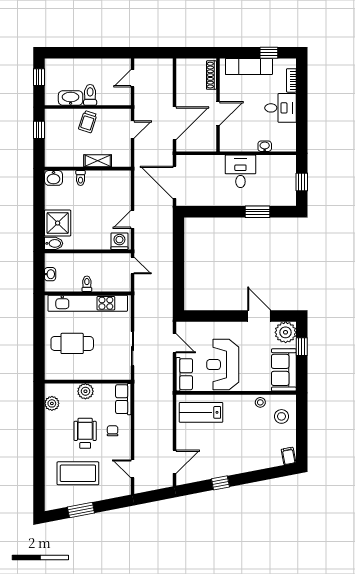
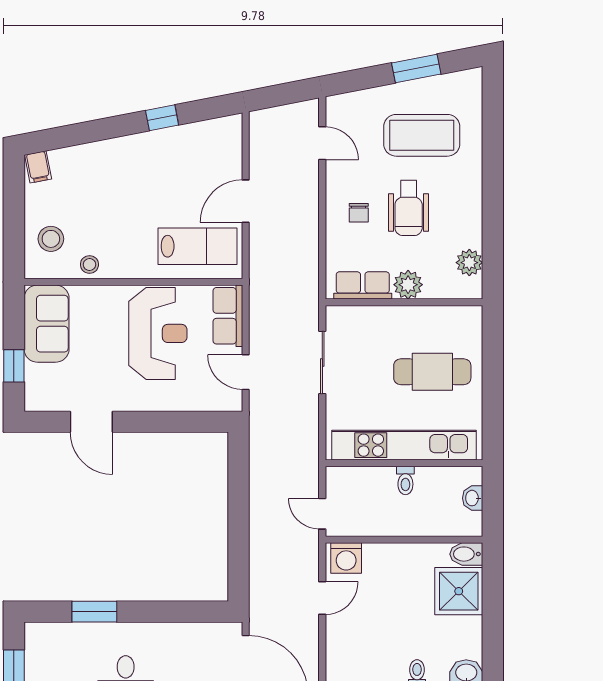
plant: (286, 332) -> (44, 392), removed
row of seats: (123, 399) -> (363, 285), moved, turned -90
door: (175, 462) -> (246, 201), moved

